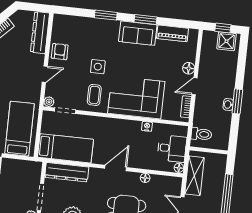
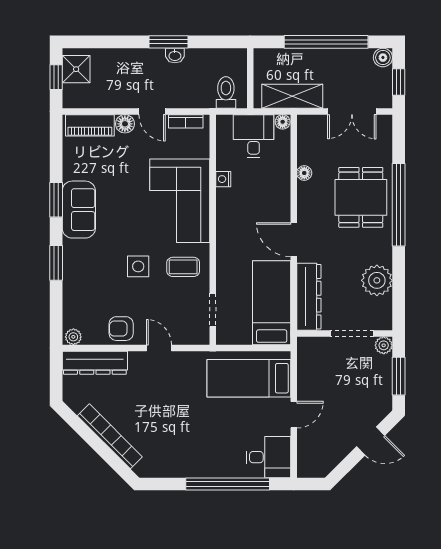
piano: (172, 33) -> (90, 125), moved, turned 90
plant: (49, 102) -> (73, 337), moved
door: (116, 168) -> (294, 240), moved

